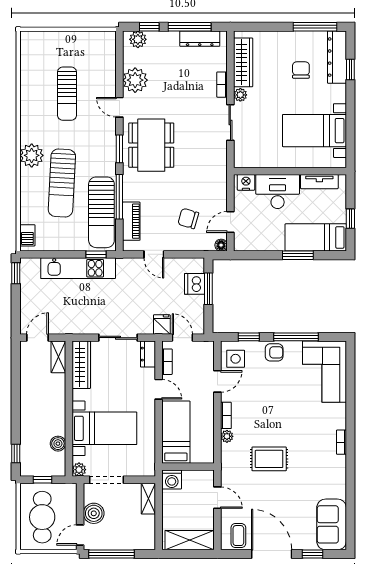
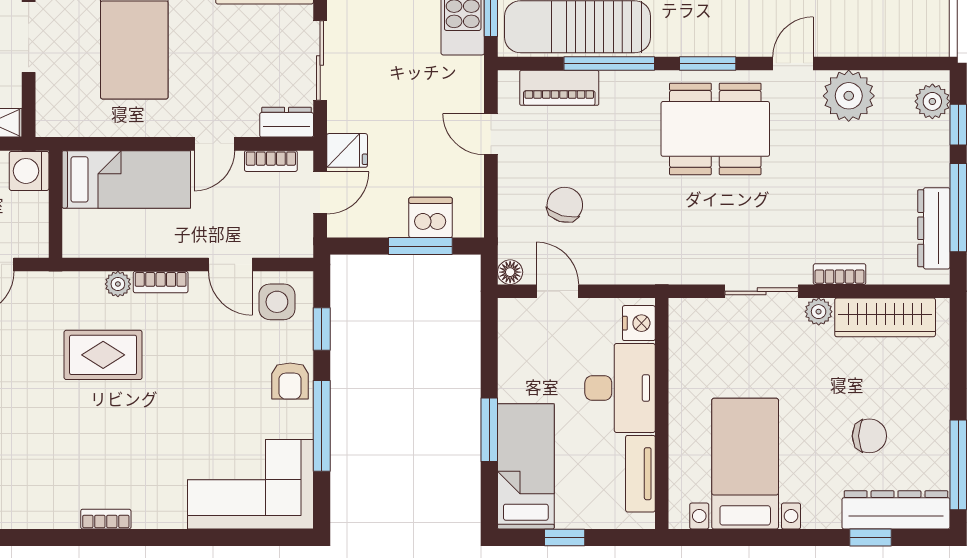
door: (154, 254) -> (491, 134), hinge flipped
rug: (269, 459) -> (103, 355), moved, turned 90

